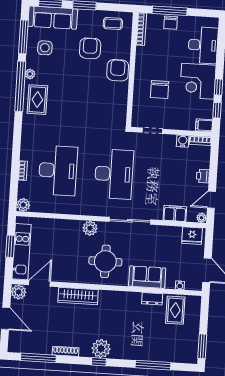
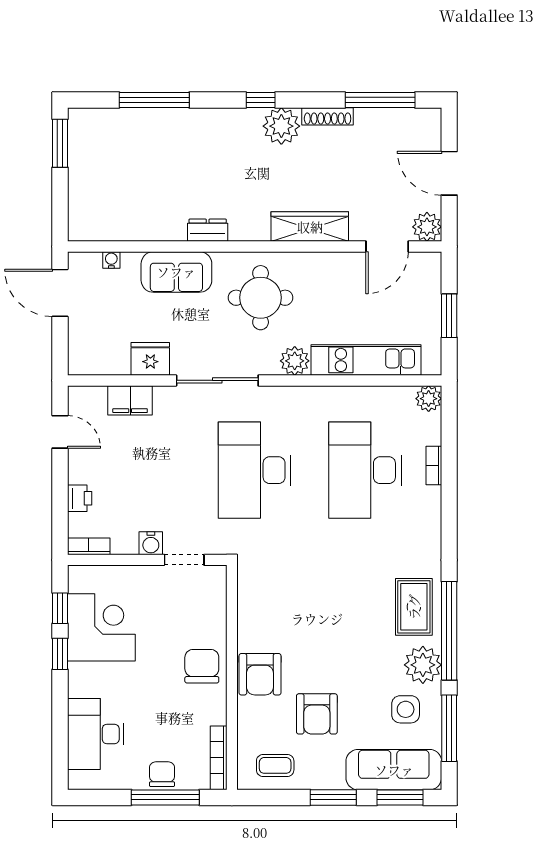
plant: (30, 74) -> (423, 665), width x1.87, depth x1.87
corner desk: (198, 81) -> (101, 627), moved
chair: (160, 89) -> (202, 666), moved
filing cabinet: (204, 125) -> (84, 577), removed
water cooler: (183, 141) -> (151, 543), moved
printer: (203, 176) -> (80, 498), moved
door: (211, 200) -> (60, 432), hinge flipped
plant: (201, 218) -> (77, 395), removed
fridge: (192, 236) -> (150, 359), moved
kitchen unit: (22, 252) -> (366, 360), moved, turned 90
dresser: (152, 299) -> (208, 230), moved
rug: (175, 310) -> (117, 211), removed
plant: (101, 349) -> (281, 126), moved

